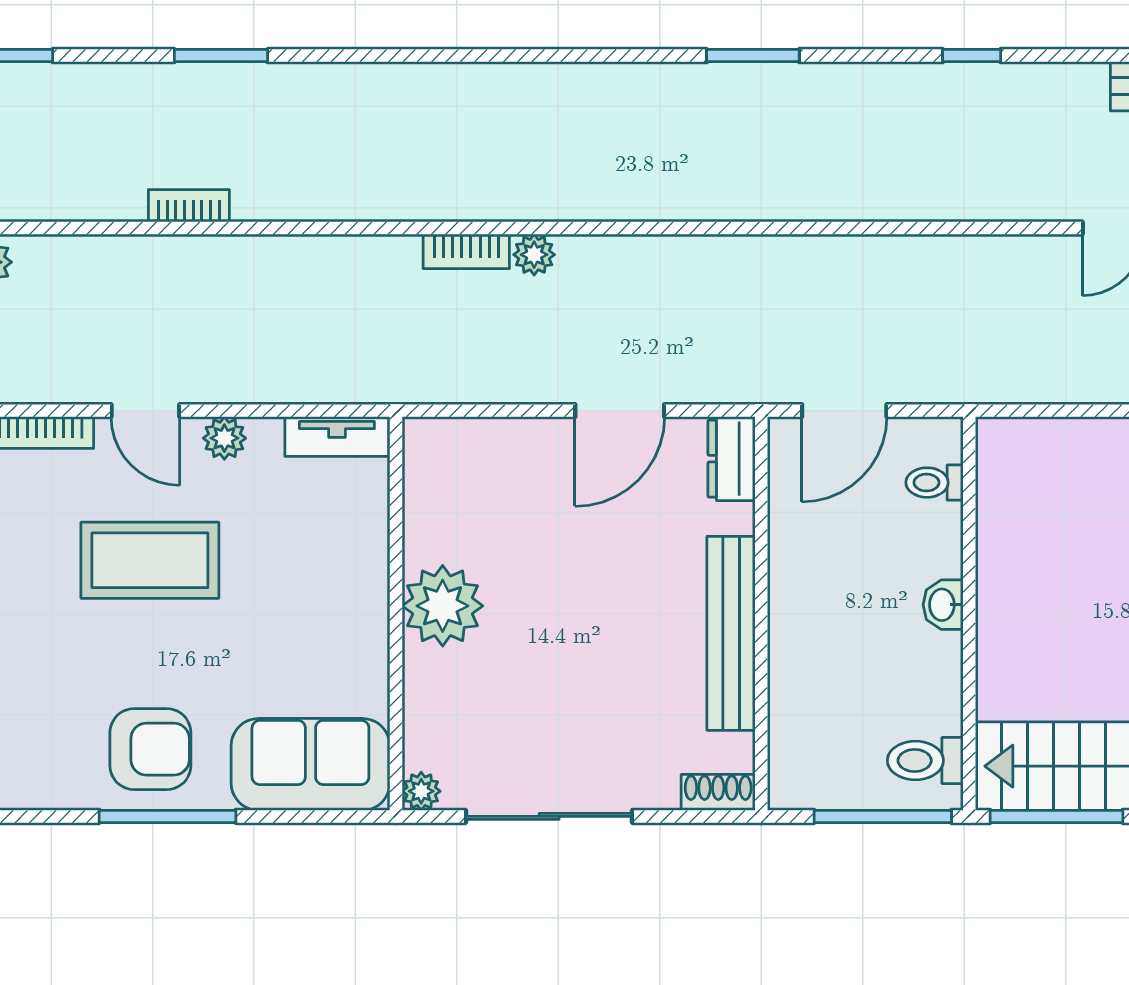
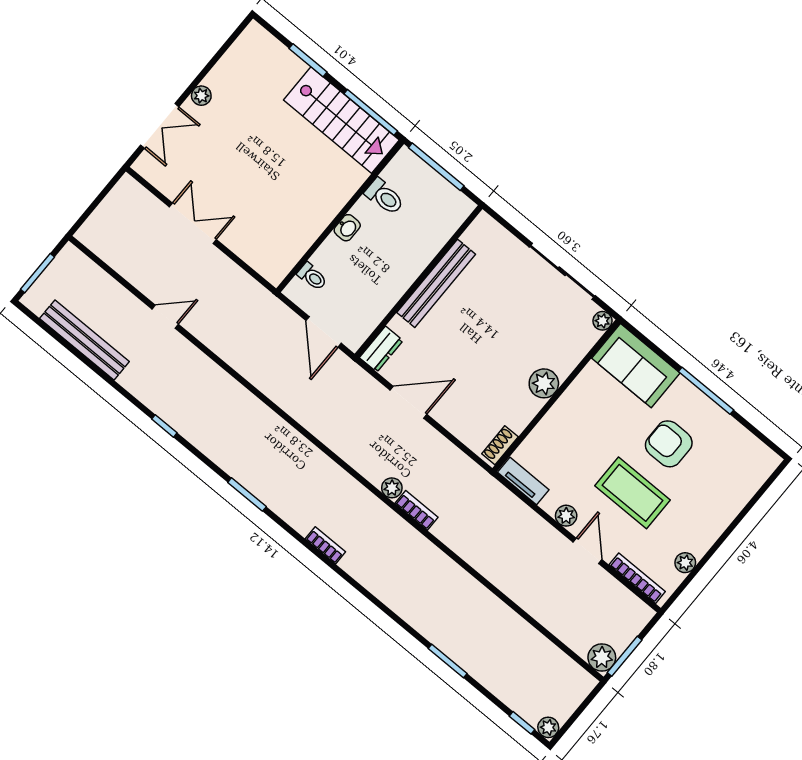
bookcase: (189, 206) -> (325, 545), moved, turned 180
door: (844, 411) -> (324, 332), swing flipped
plant: (443, 606) -> (544, 383), width x0.73, depth x0.73
armchair: (150, 749) -> (669, 444), moved
toilet: (925, 761) -> (384, 197), moved
shoe rack: (718, 792) -> (500, 445), moved, turned 90

